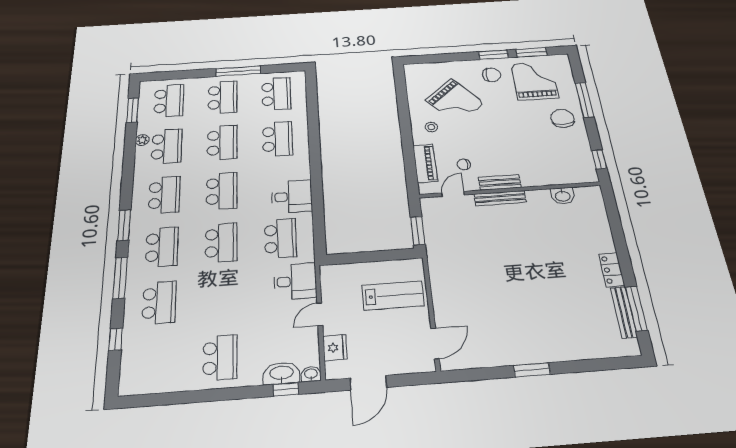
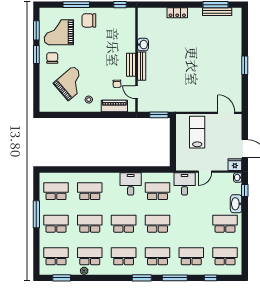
washbasin: (563, 196) -> (143, 45), moved
locker: (612, 270) -> (177, 13), moved
door: (320, 314) -> (205, 172), hinge flipped
fridge: (335, 348) -> (235, 165), moved
school desk: (156, 363) -> (225, 256), added
washbasin: (281, 373) -> (236, 204), moved

